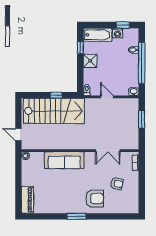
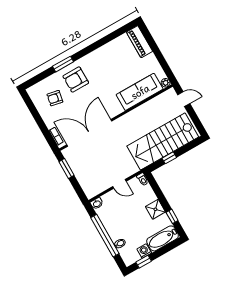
window: (142, 119) -> (66, 169), moved
double door: (108, 151) -> (89, 133), width x1.87
sofa: (64, 160) -> (140, 92), moved
armchair: (117, 184) -> (55, 98), moved
window: (77, 216) -> (63, 64), moved

